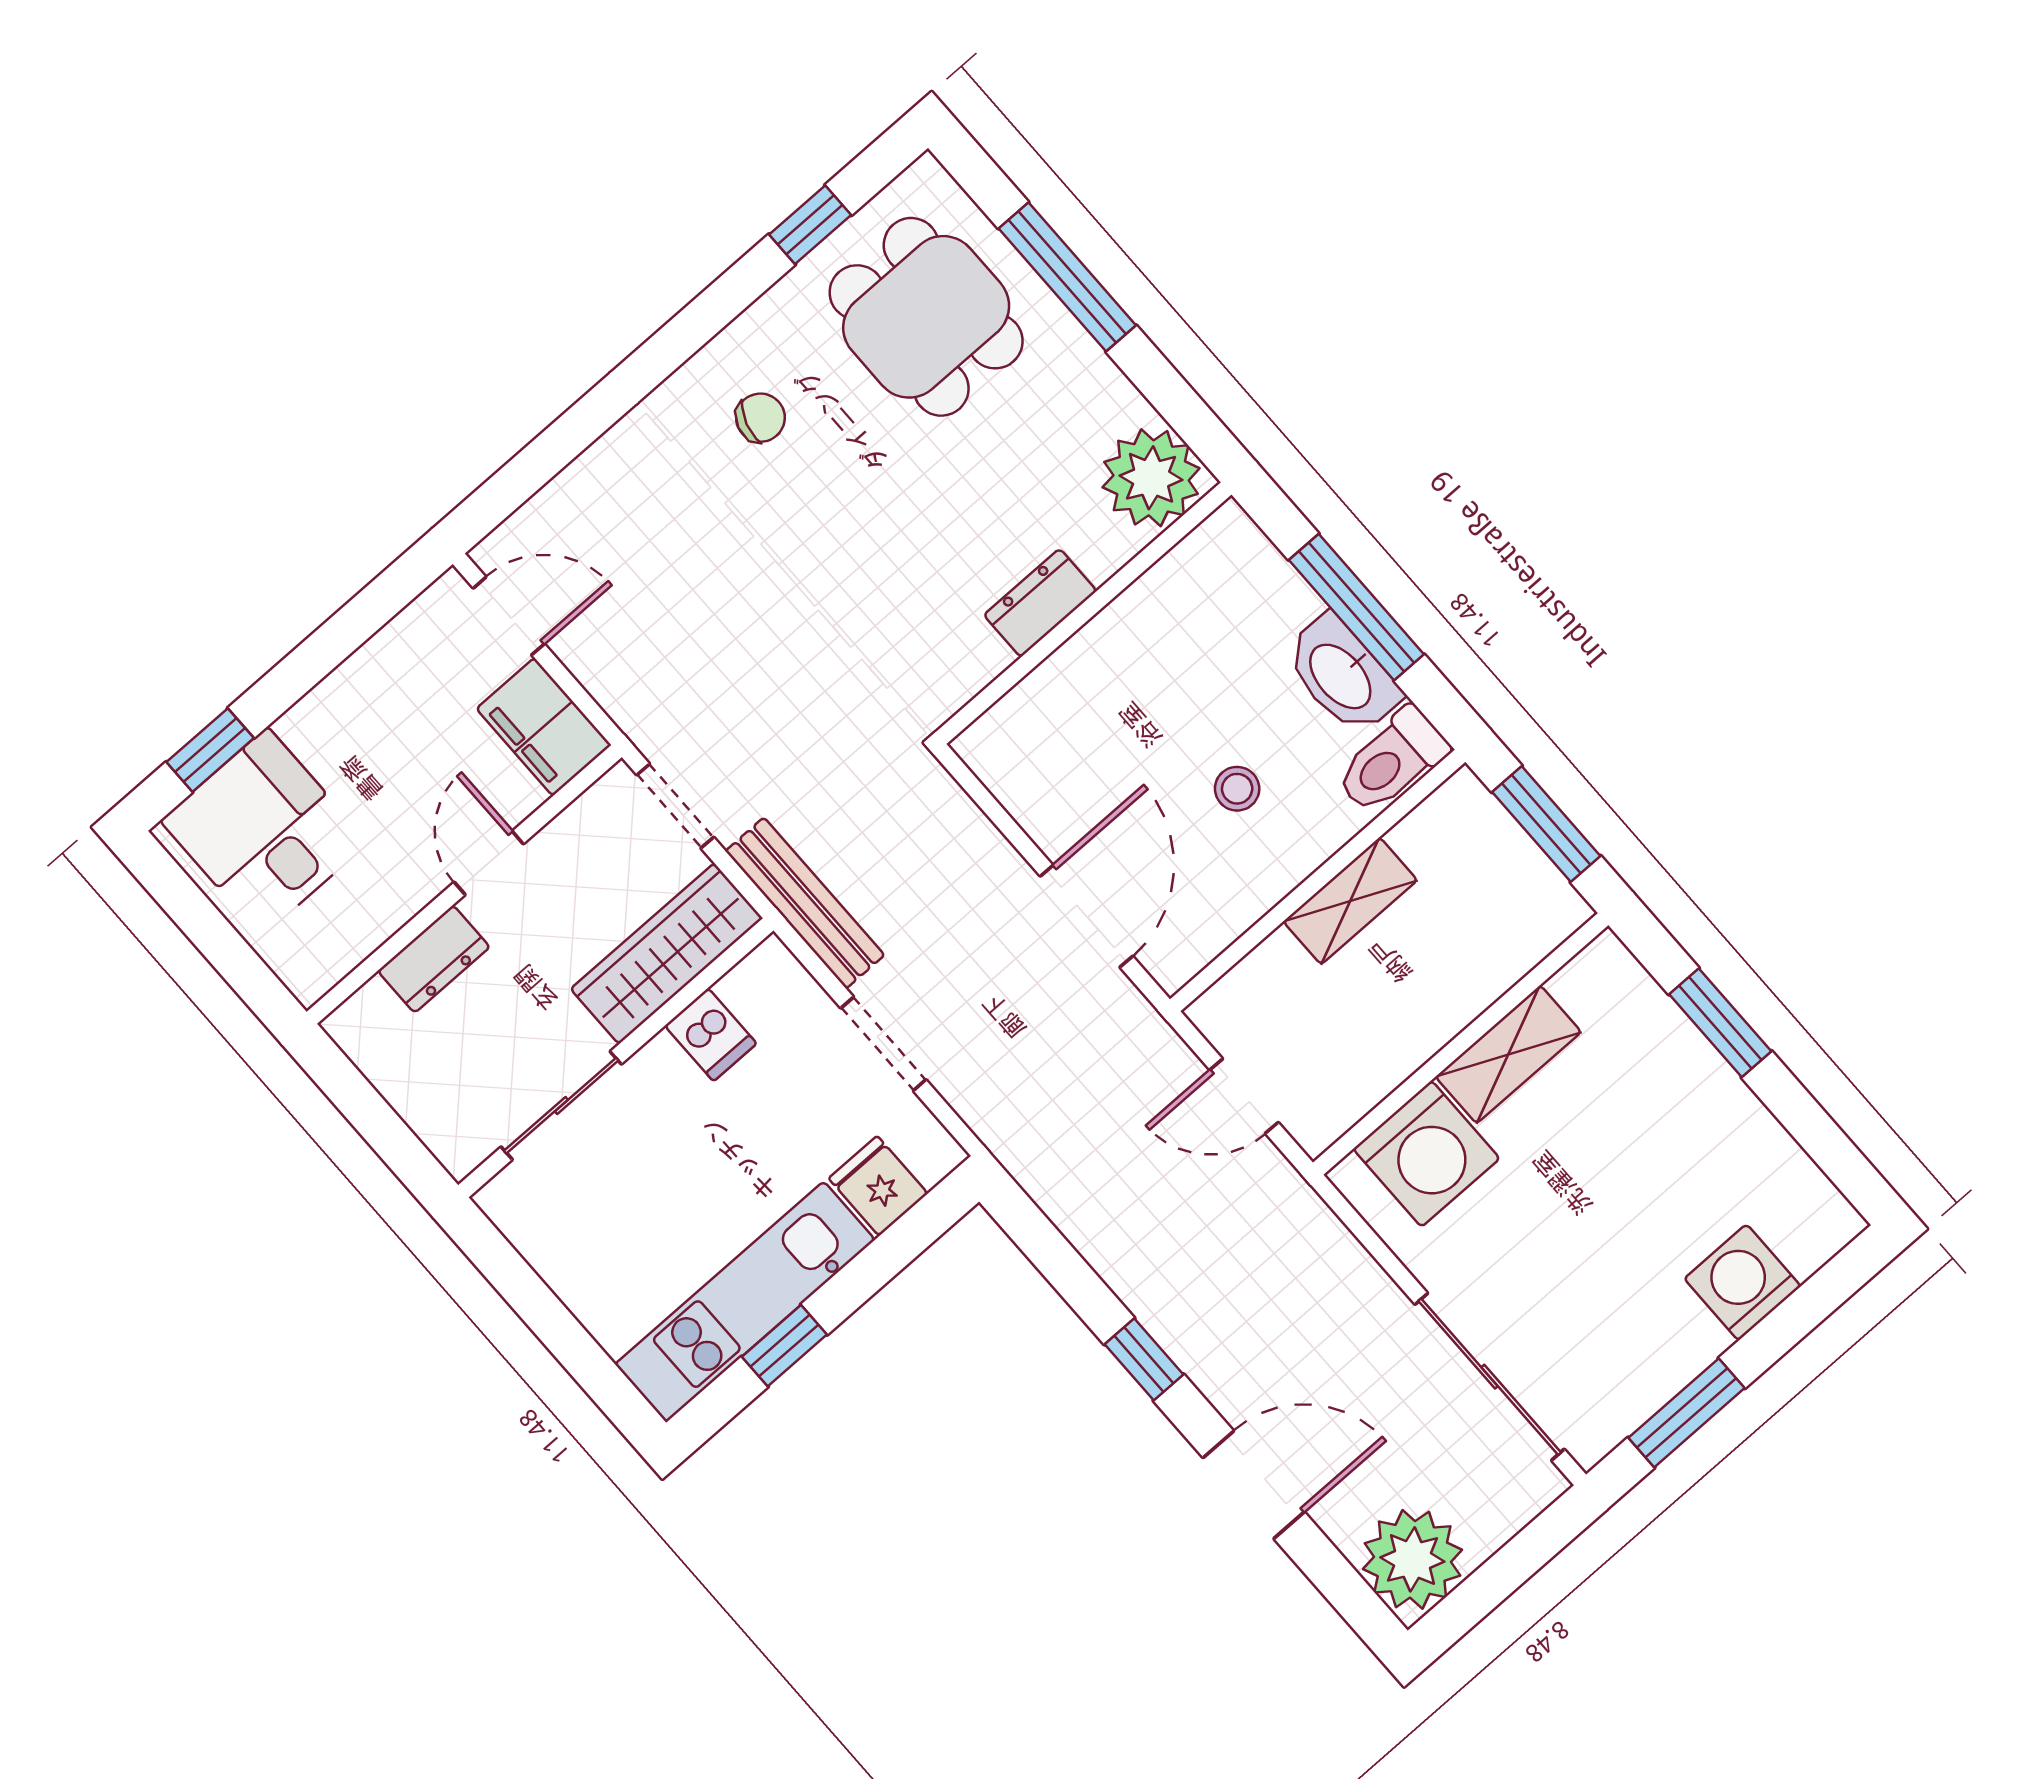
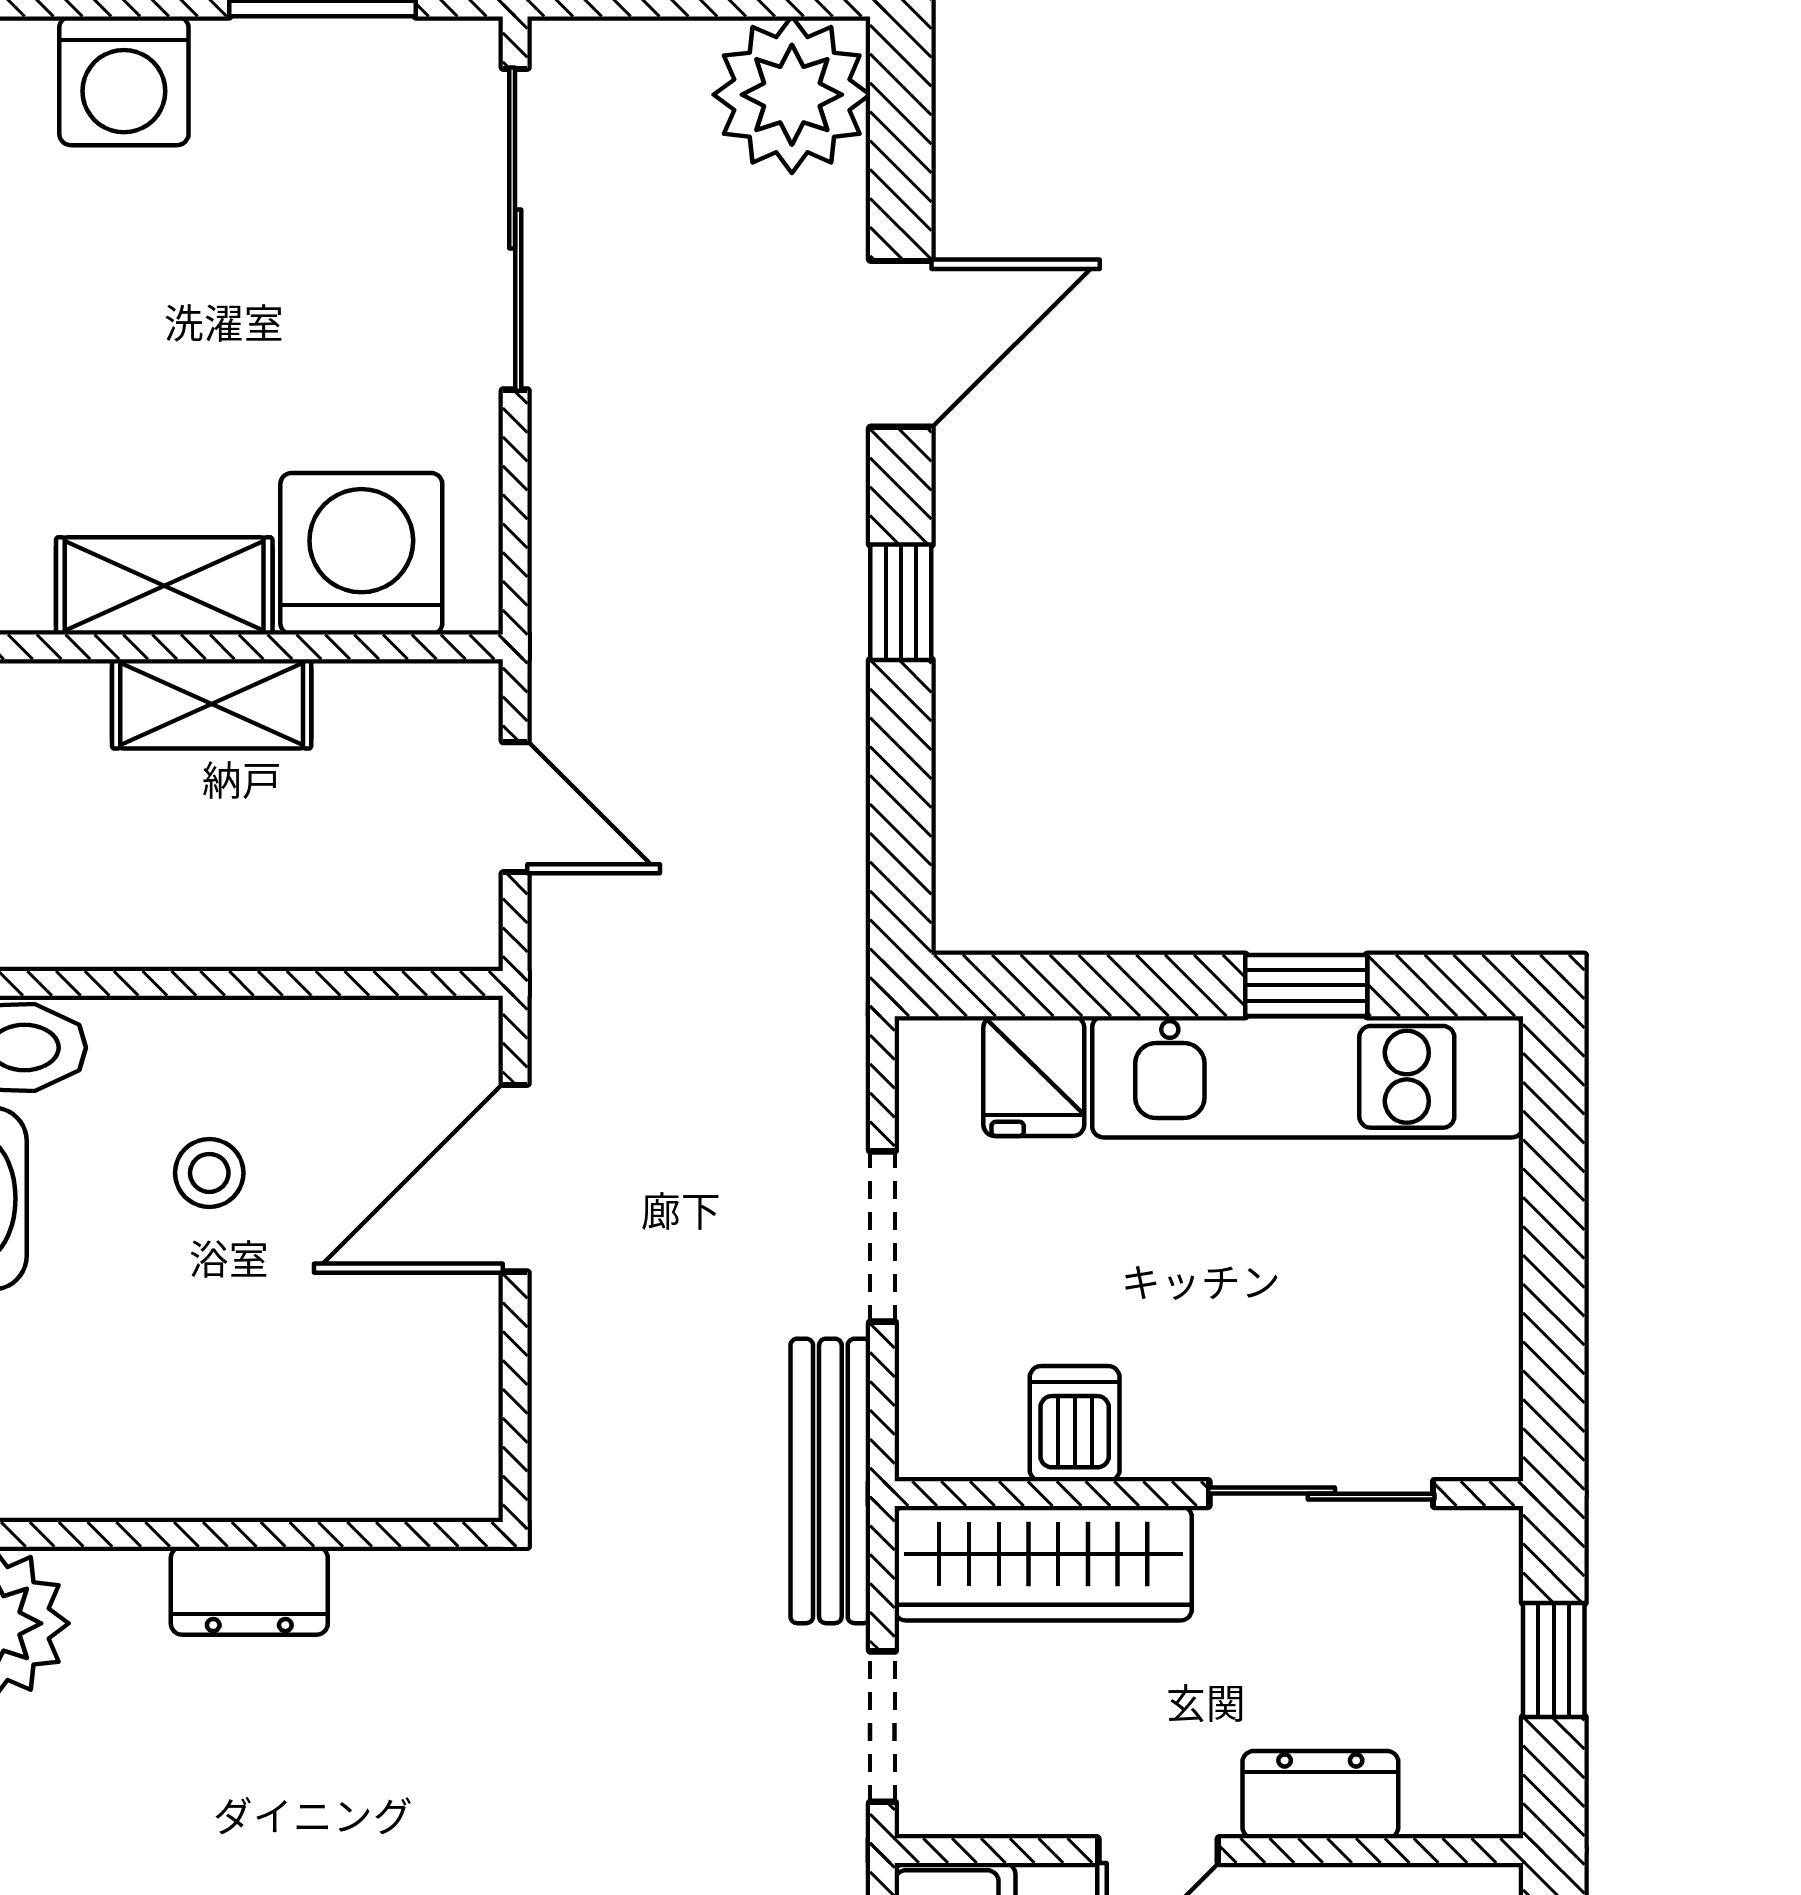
shelving: (1350, 901) -> (212, 704), moved
window: (378, 1124) -> (1554, 1660), added
door: (1254, 1485) -> (901, 344), swing flipped

